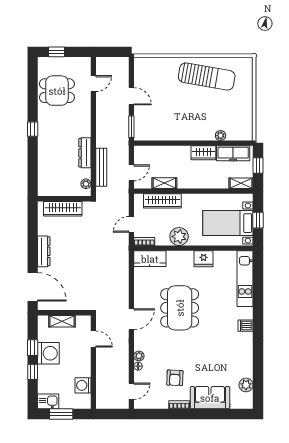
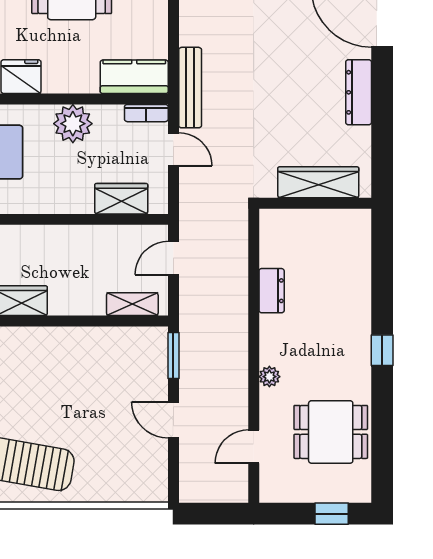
dresser: (85, 153) -> (272, 291), width x0.70
bench: (101, 167) -> (190, 88), moved
shelving: (164, 183) -> (132, 304), moved
plant: (86, 184) -> (269, 377), moved
wardrobe: (162, 201) -> (121, 199), width x0.67
door: (131, 224) -> (173, 149), hinge flipped

